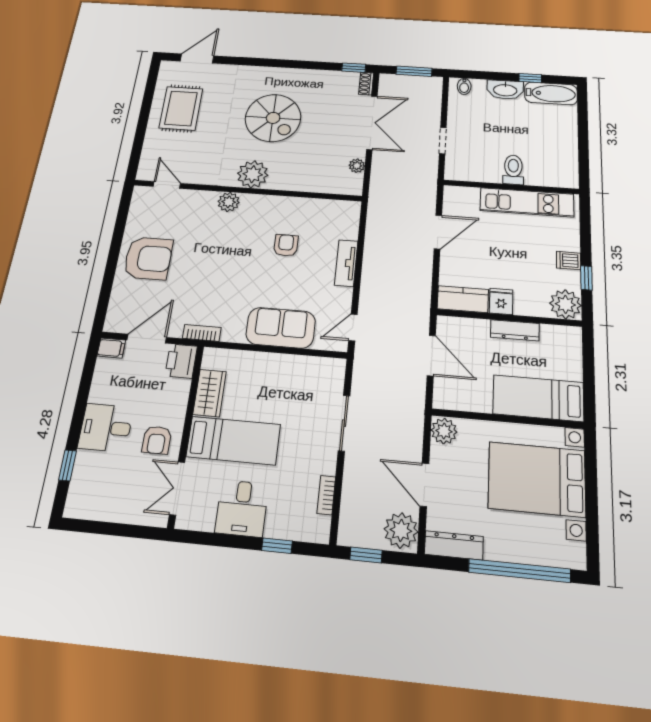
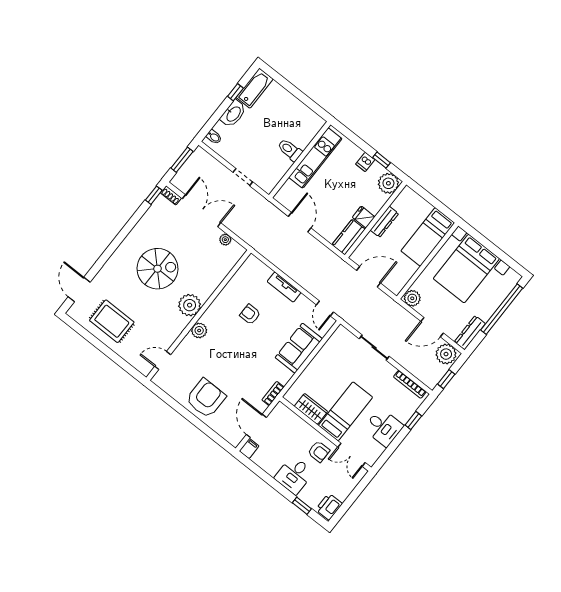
printer: (181, 361) -> (329, 507), moved, turned 90
bookcase: (326, 495) -> (410, 384), width x1.56

